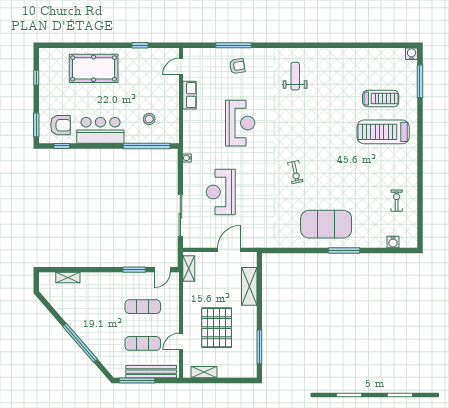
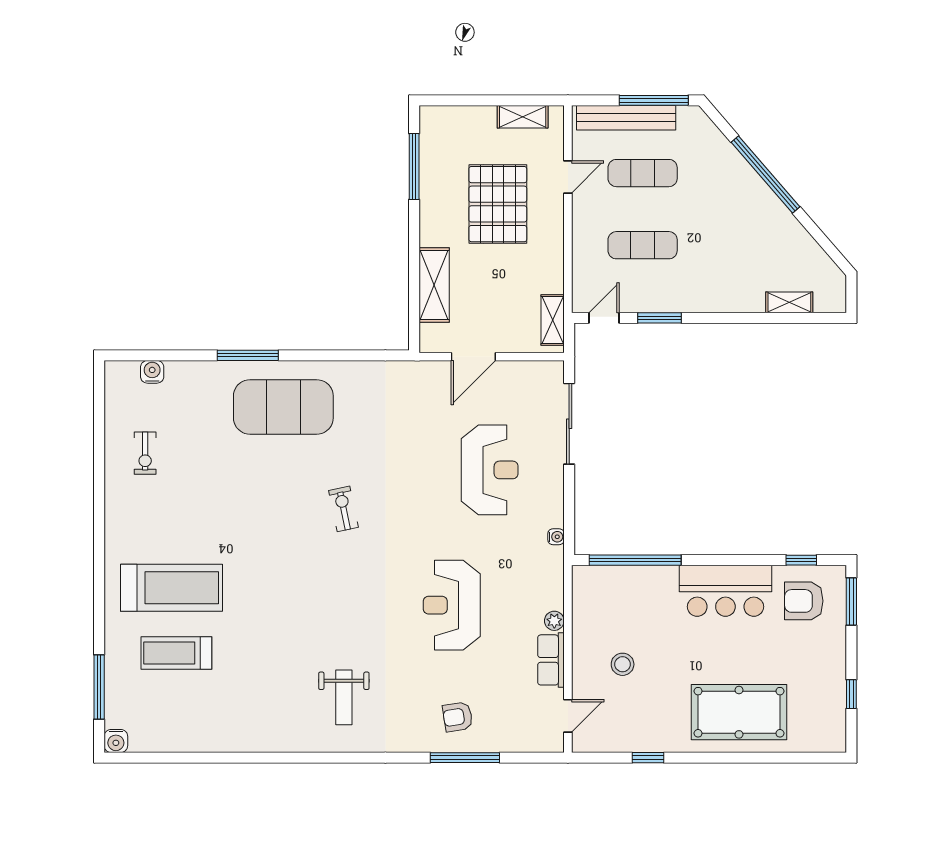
plant: (188, 115) -> (554, 621), added
stool: (149, 119) -> (623, 664), moved

